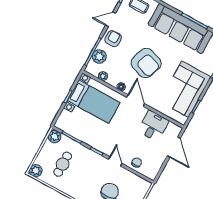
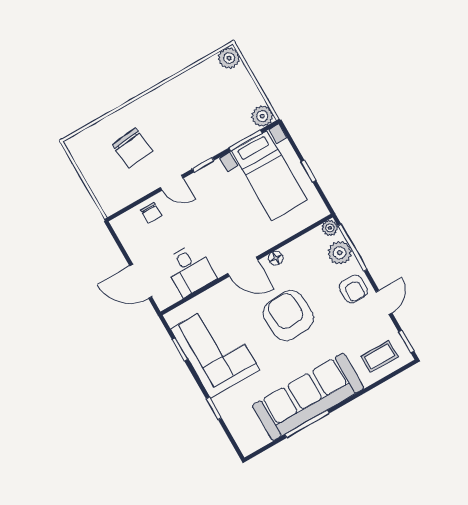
armchair: (146, 63) -> (288, 315), turned 68
plant: (103, 76) -> (330, 228), moved
bed with nightstands: (94, 102) -> (269, 176), moved, turned -90
cafe table: (63, 164) -> (215, 103), removed

